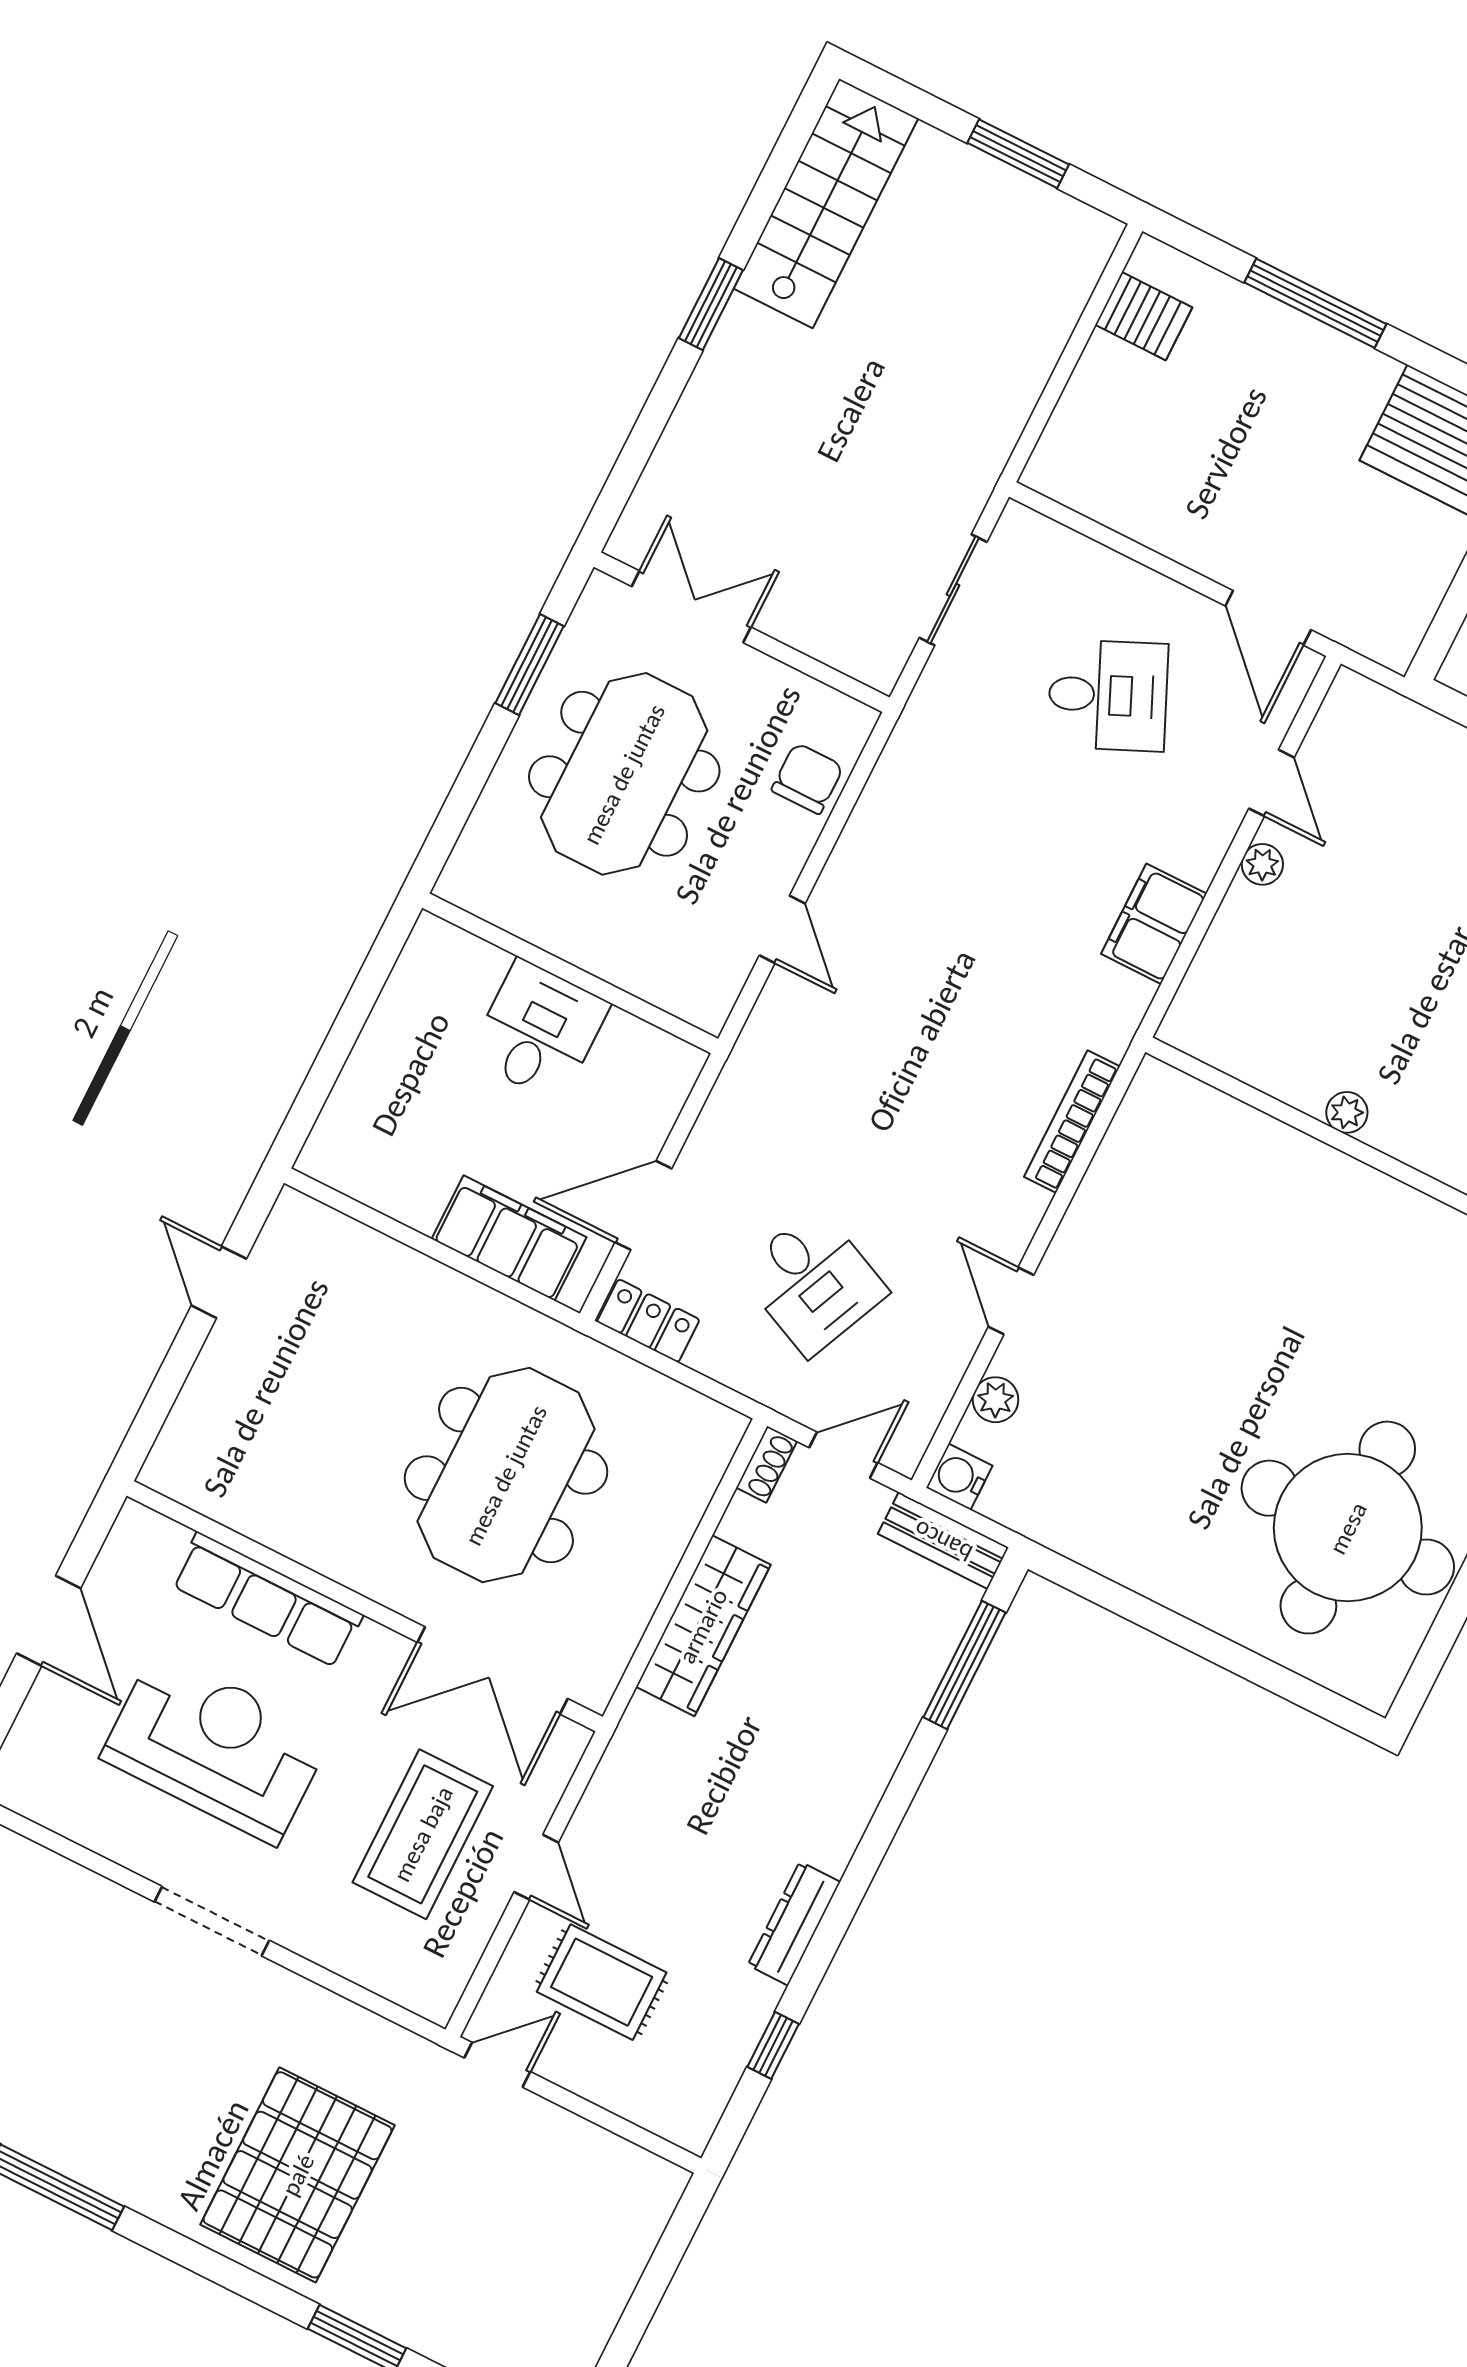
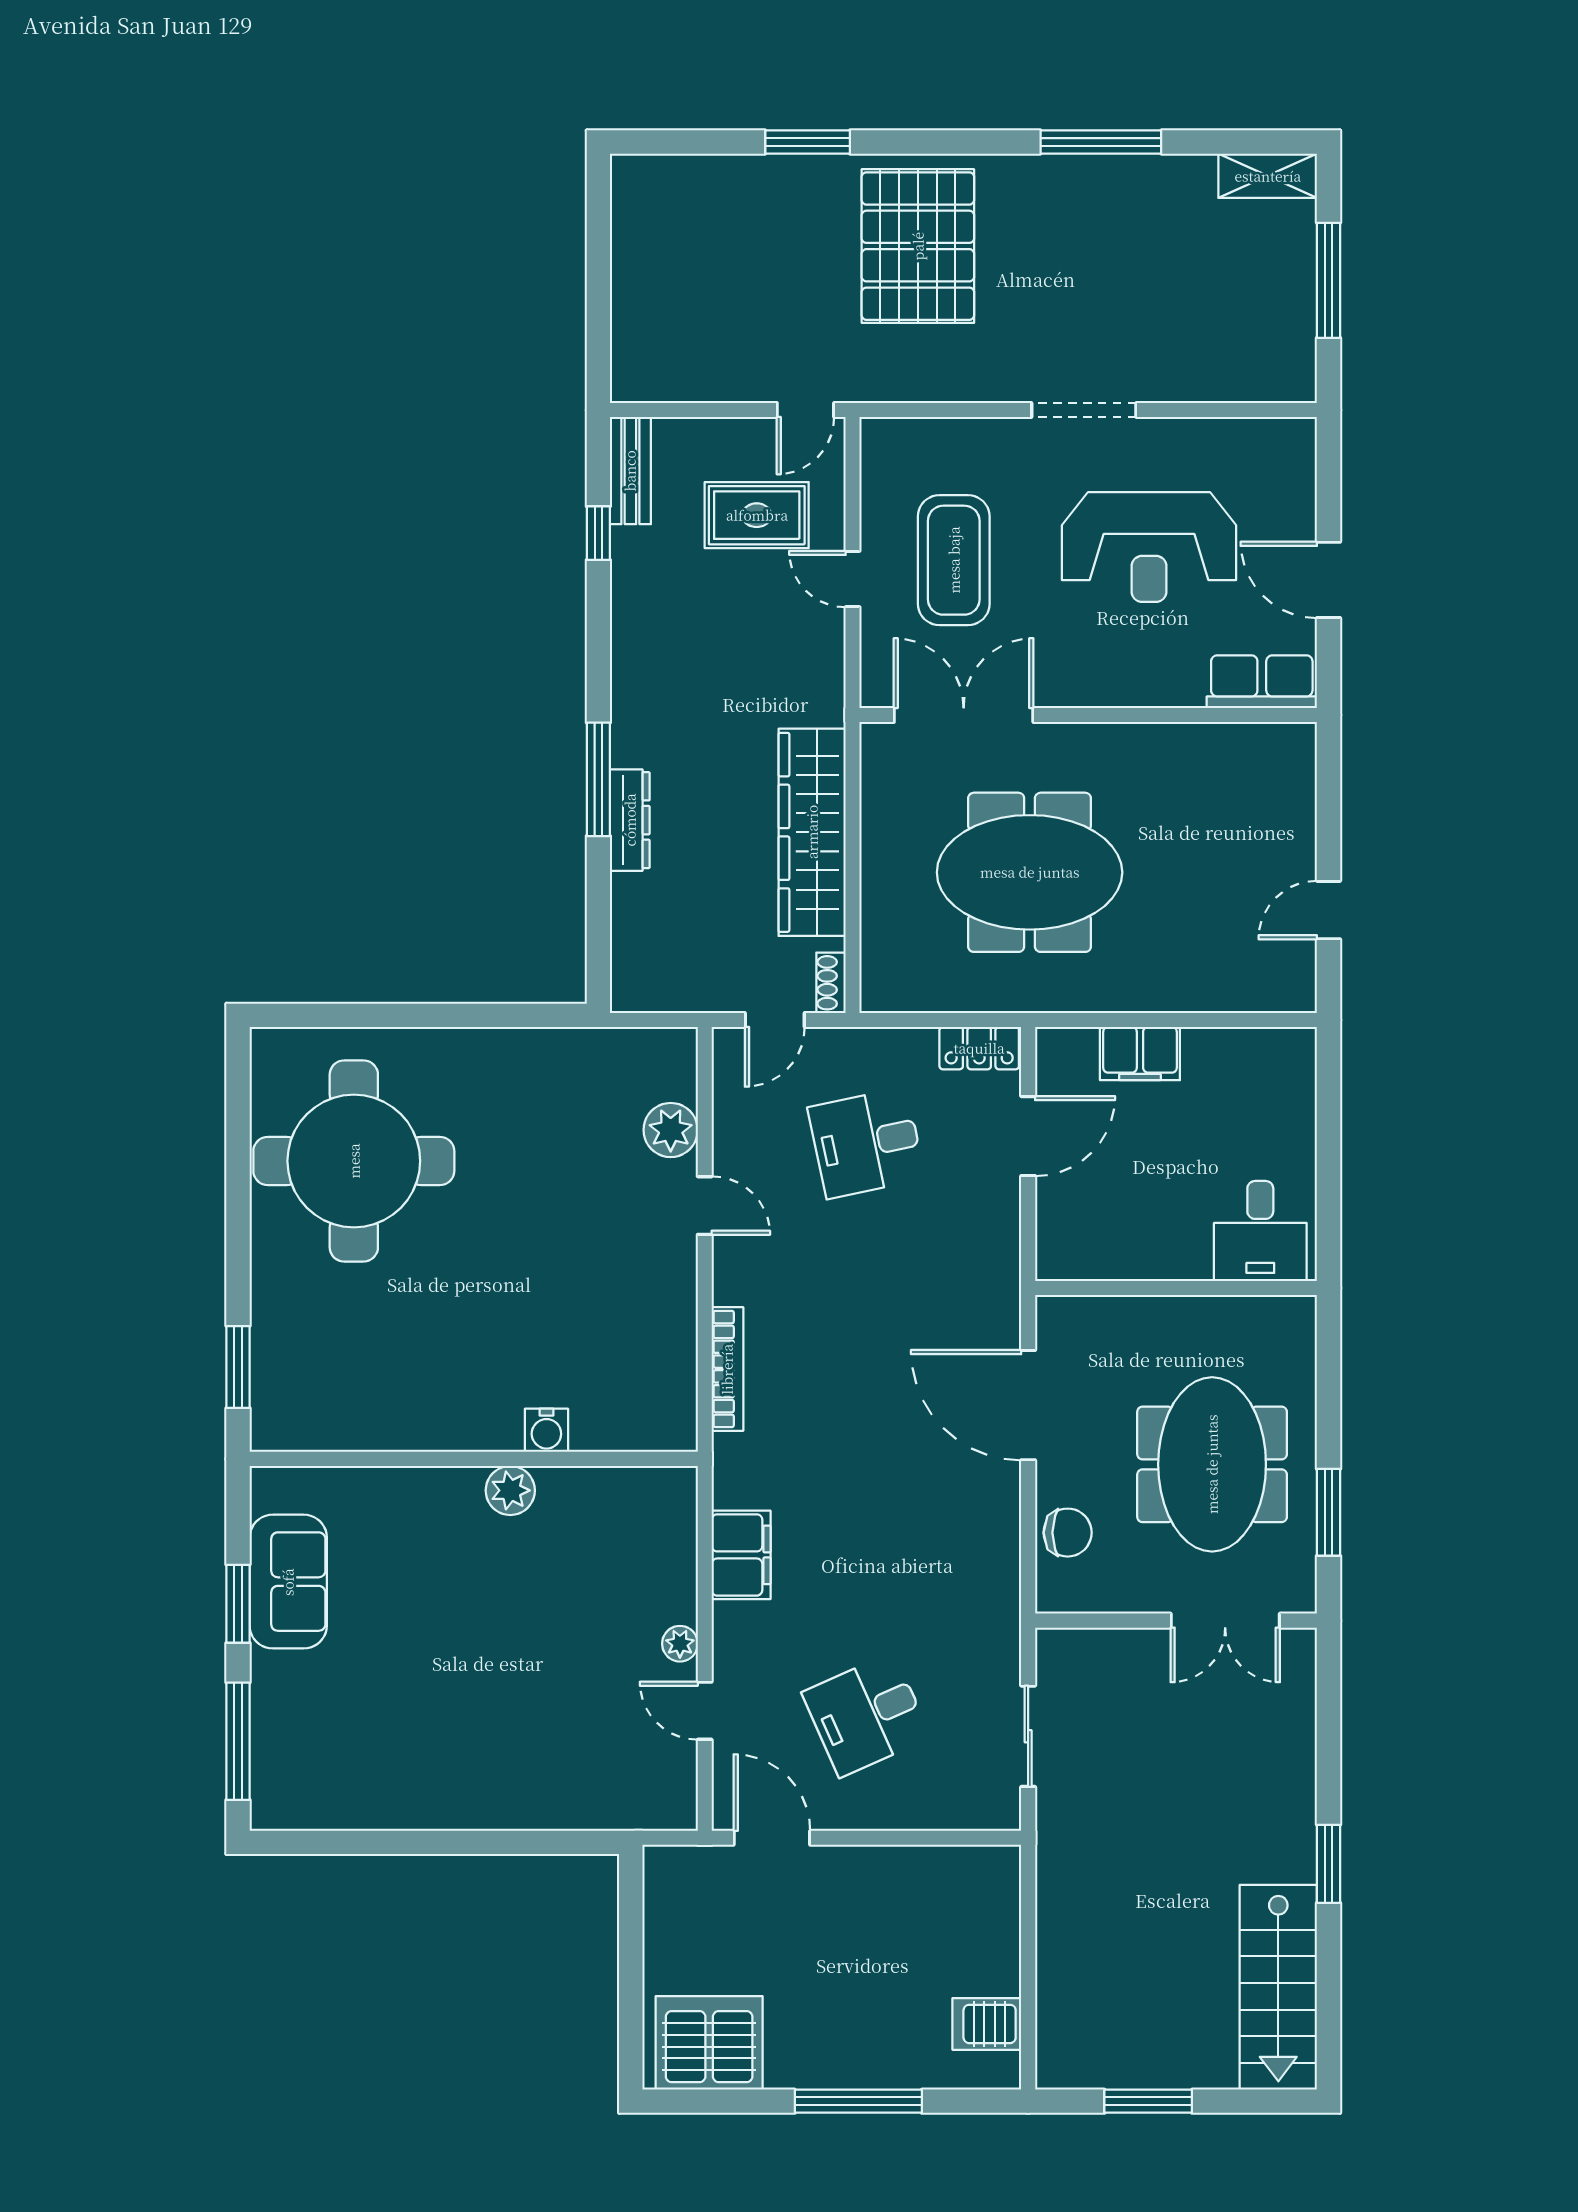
chair: (807, 778) -> (1068, 1533), turned -90
door: (782, 929) -> (1028, 1405), width x1.88
desk: (539, 1031) -> (1260, 1231), moved
plant: (1347, 1112) -> (510, 1490), width x1.38, depth x1.38
filing cabinet: (509, 1238) -> (1140, 1054), width x0.67, depth x0.86
door: (219, 1282) -> (1328, 910), swing flipped
desk: (813, 1282) -> (866, 1143), turned -36
plant: (996, 1400) -> (671, 1130), width x1.38, depth x1.38
meeting table: (506, 1475) -> (1030, 872), turned 90
water cooler: (959, 1477) -> (546, 1430), moved, turned 90
bench: (943, 1541) -> (630, 471), moved, turned 90
row of seats: (267, 1600) -> (1262, 682), moved, width x0.68
wardrobe: (703, 1626) -> (812, 832), width x1.40, depth x1.17
window: (964, 1665) -> (598, 779), moved
dresser: (794, 1924) -> (630, 820), moved

